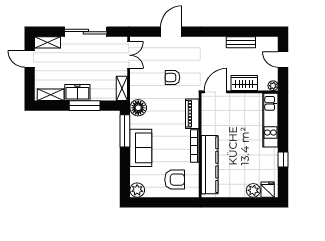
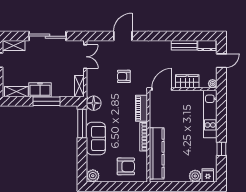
dresser: (267, 42) -> (207, 46), added
door: (283, 60) -> (221, 61), swing flipped

